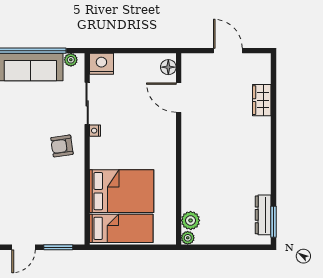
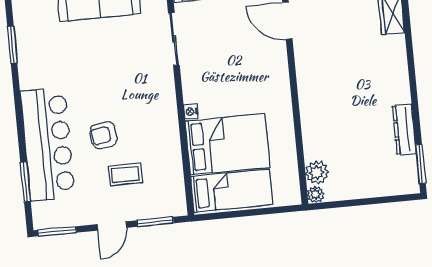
nightstand: (95, 131) -> (191, 112), moved
armchair: (62, 146) -> (104, 135), moved
coffee table: (38, 207) -> (126, 174), added
dresser: (263, 215) -> (404, 129), moved

